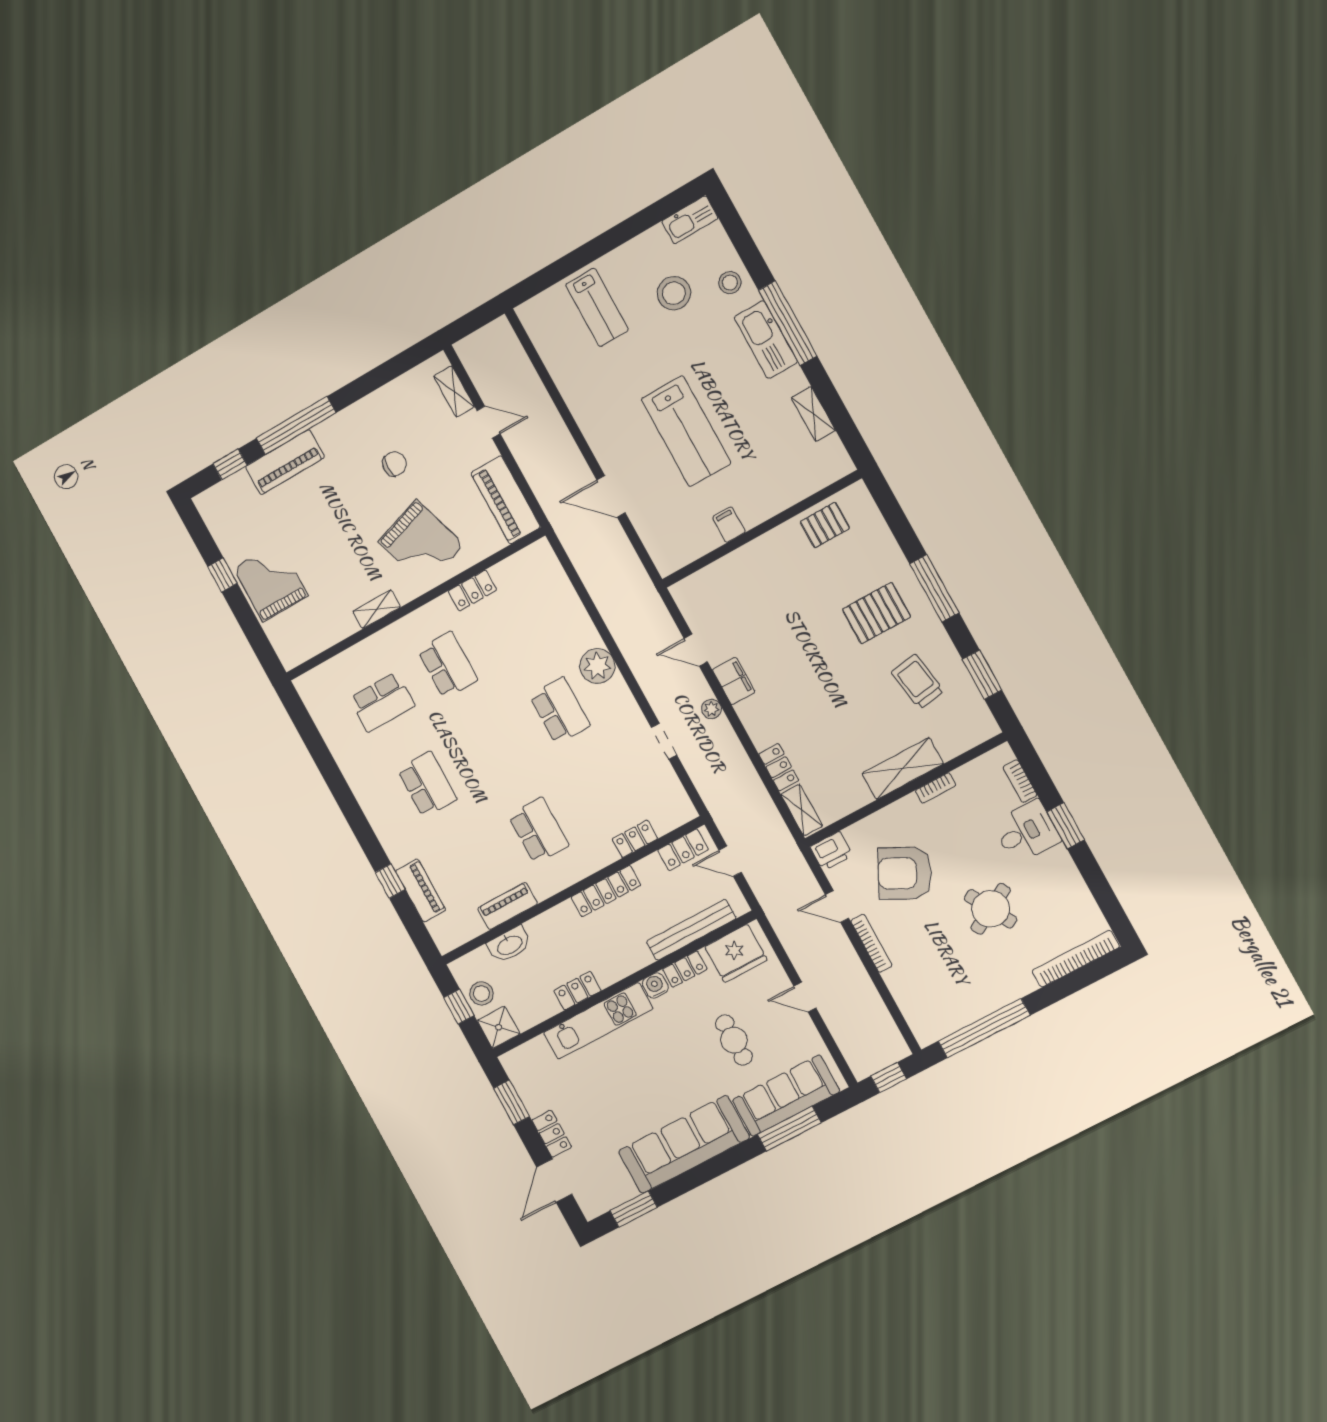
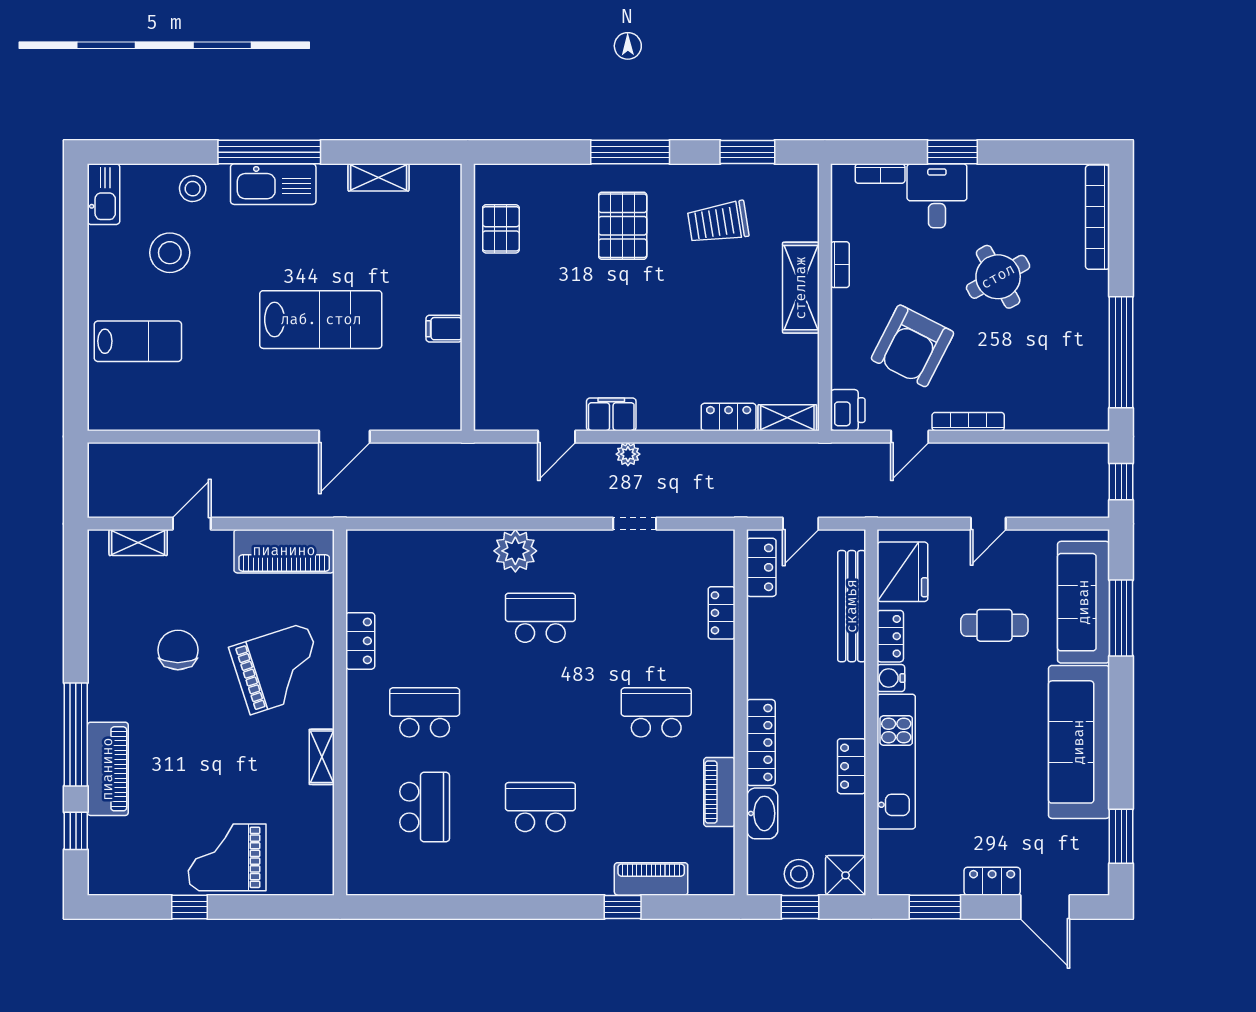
chair: (394, 464) -> (178, 650), width x1.37, depth x1.37
locker: (606, 891) -> (761, 742), moved

